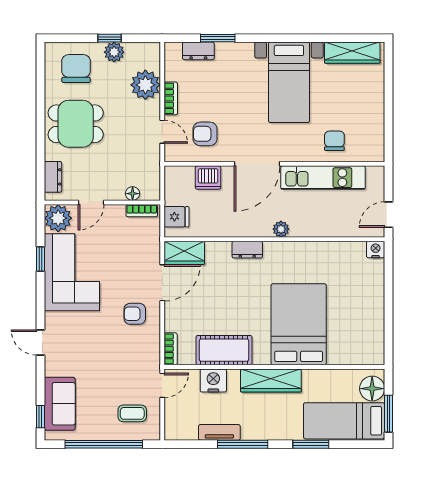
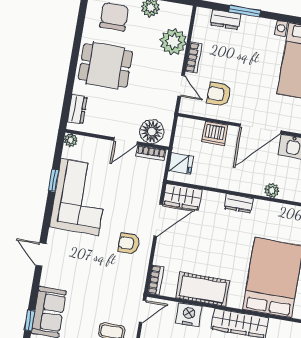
floor lamp: (133, 194) -> (152, 132), width x1.89, depth x1.89
door: (91, 202) -> (126, 141), moved
plant: (58, 218) -> (71, 140), width x0.53, depth x0.53

